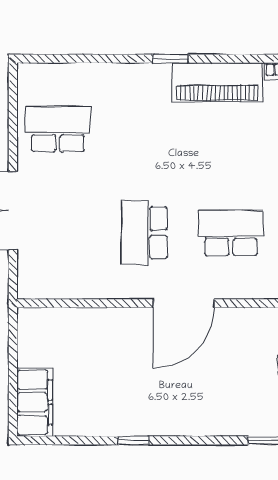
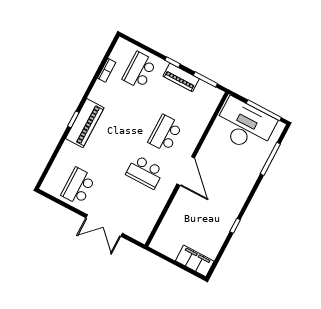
piano: (217, 82) -> (85, 123), moved

